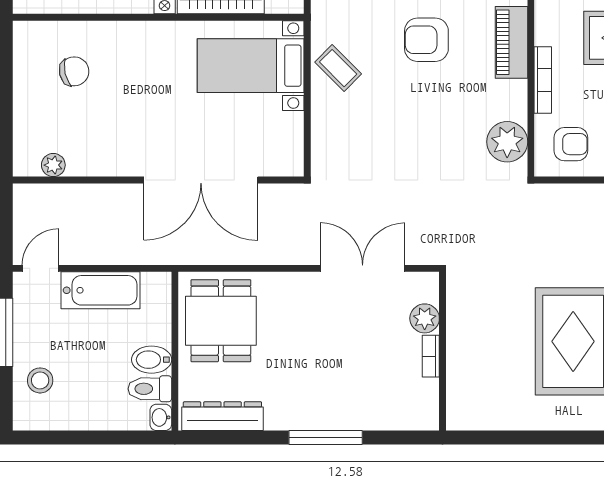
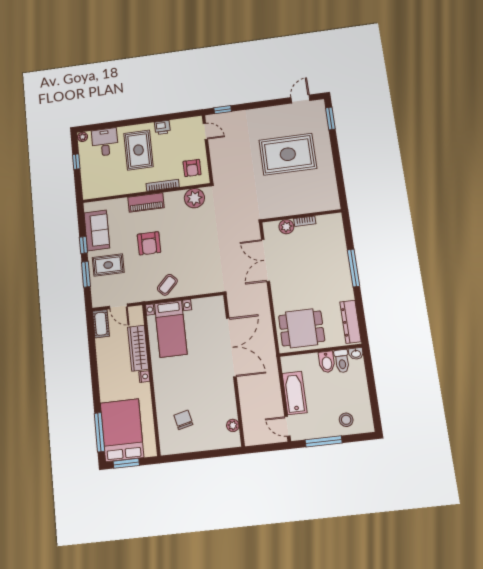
armchair: (571, 144) -> (192, 168), turned 180

